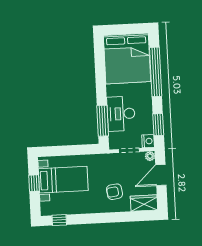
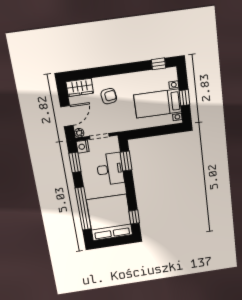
window: (99, 56) -> (134, 217), added
window: (103, 121) -> (126, 161), width x0.69

